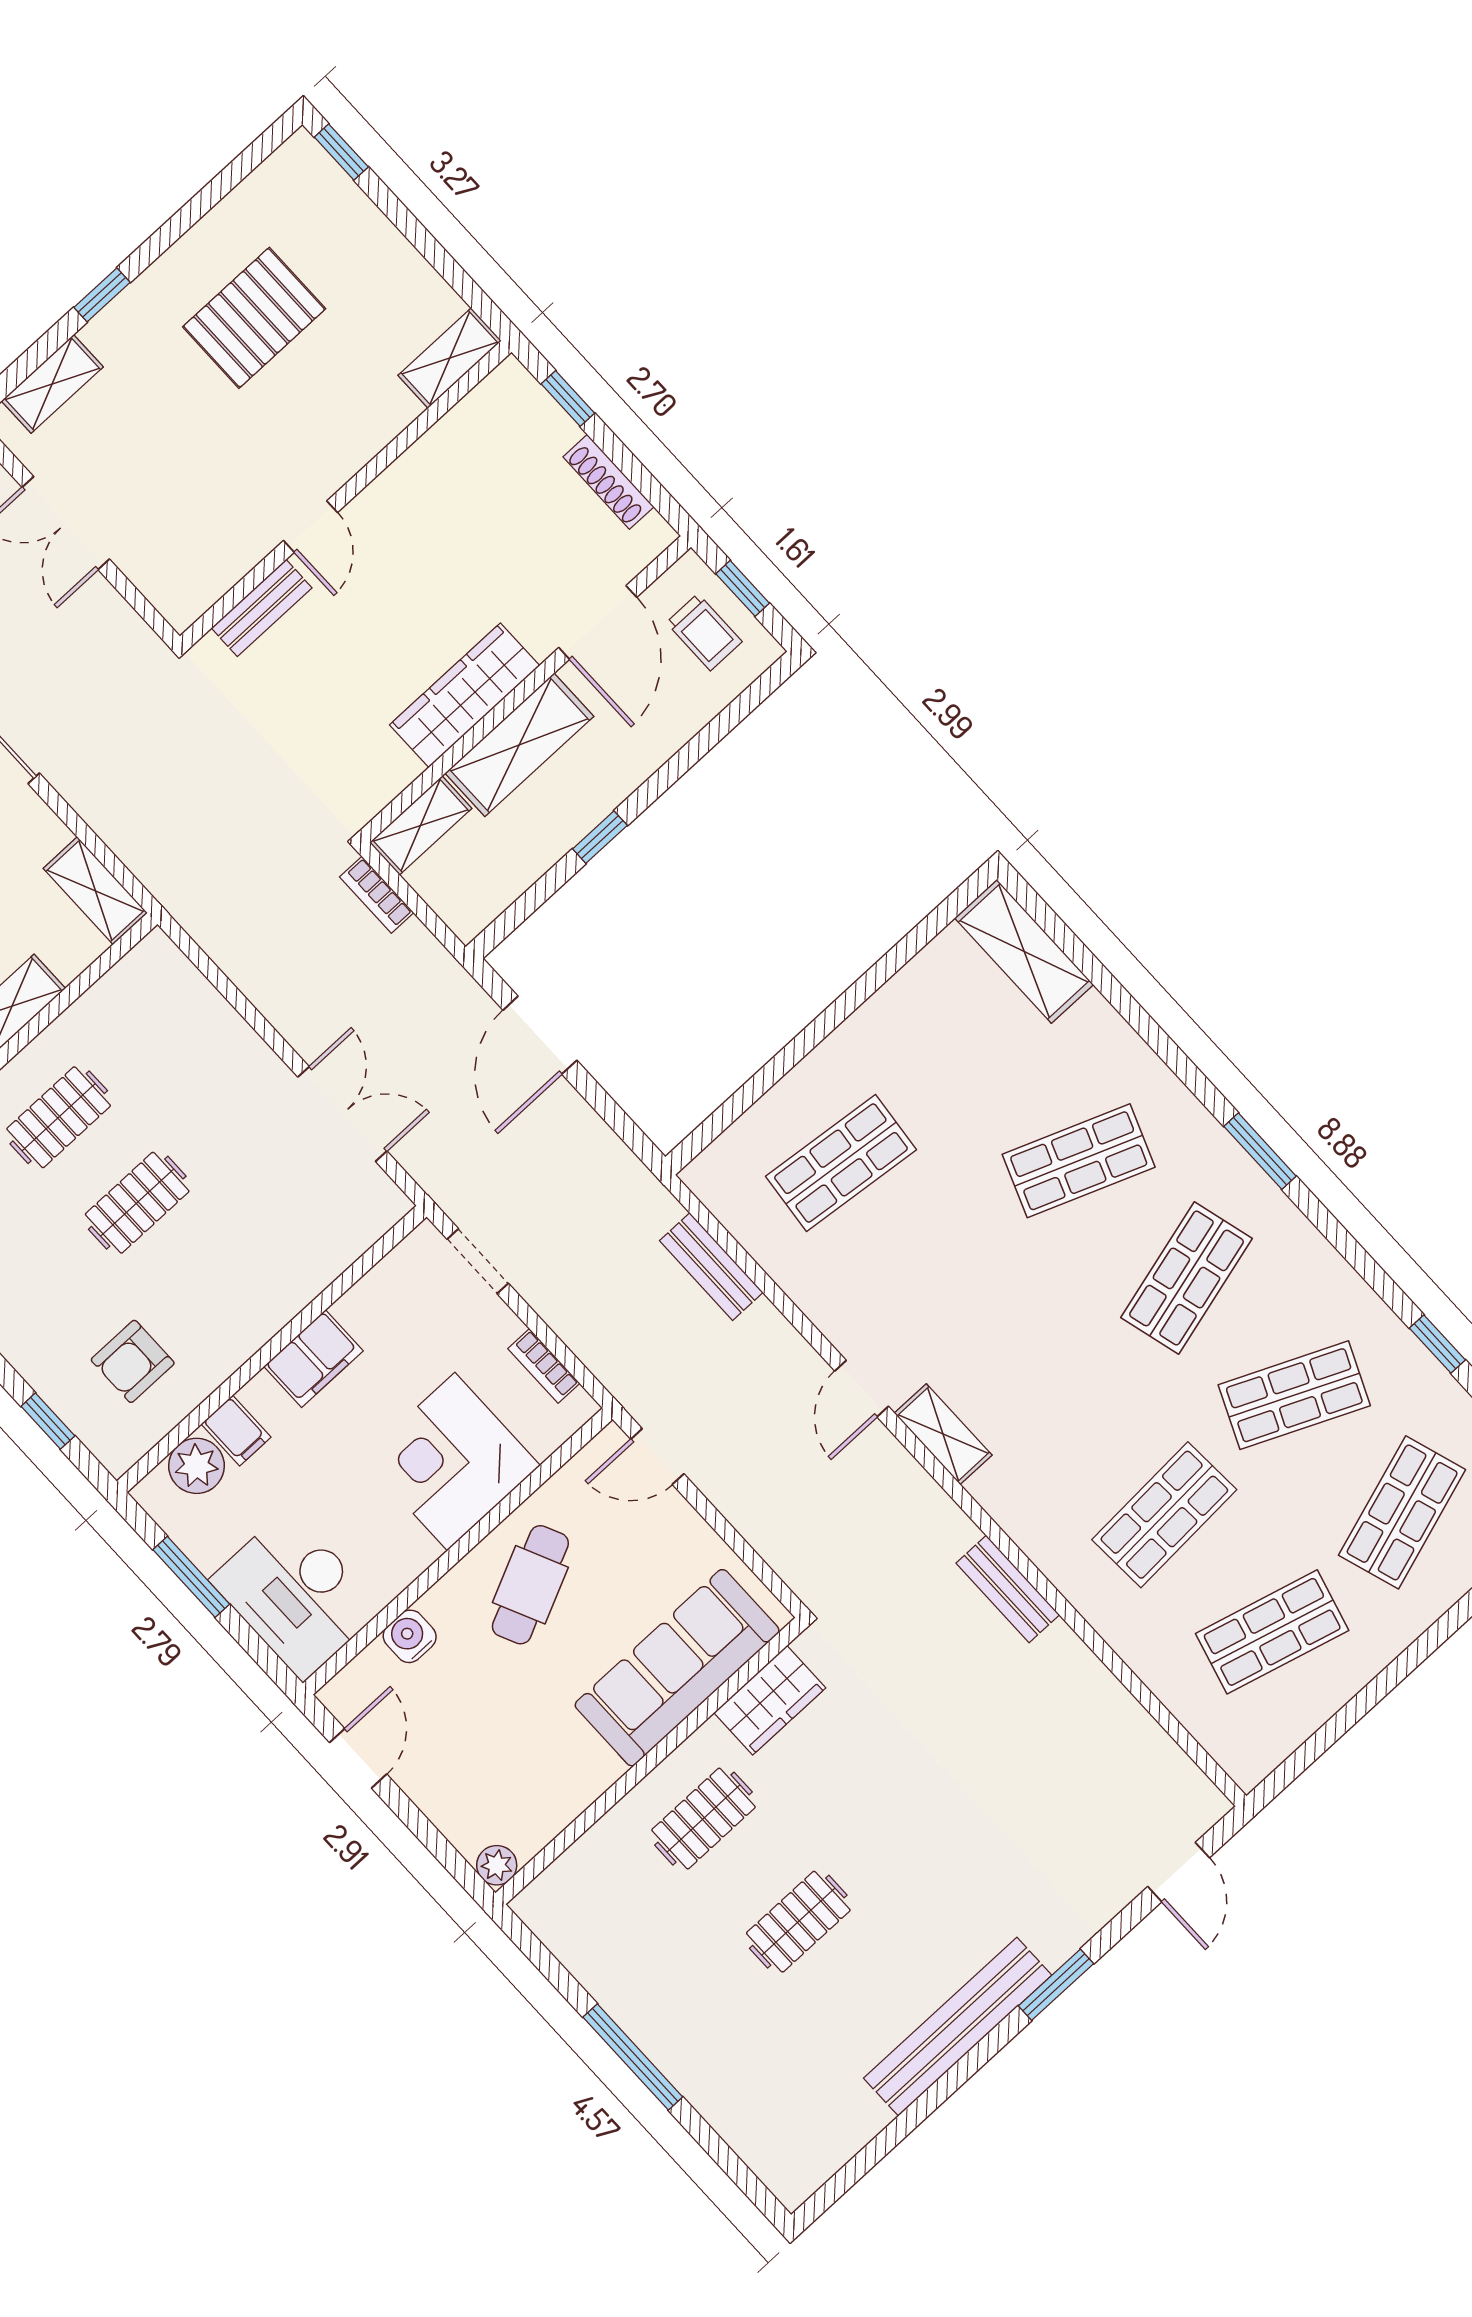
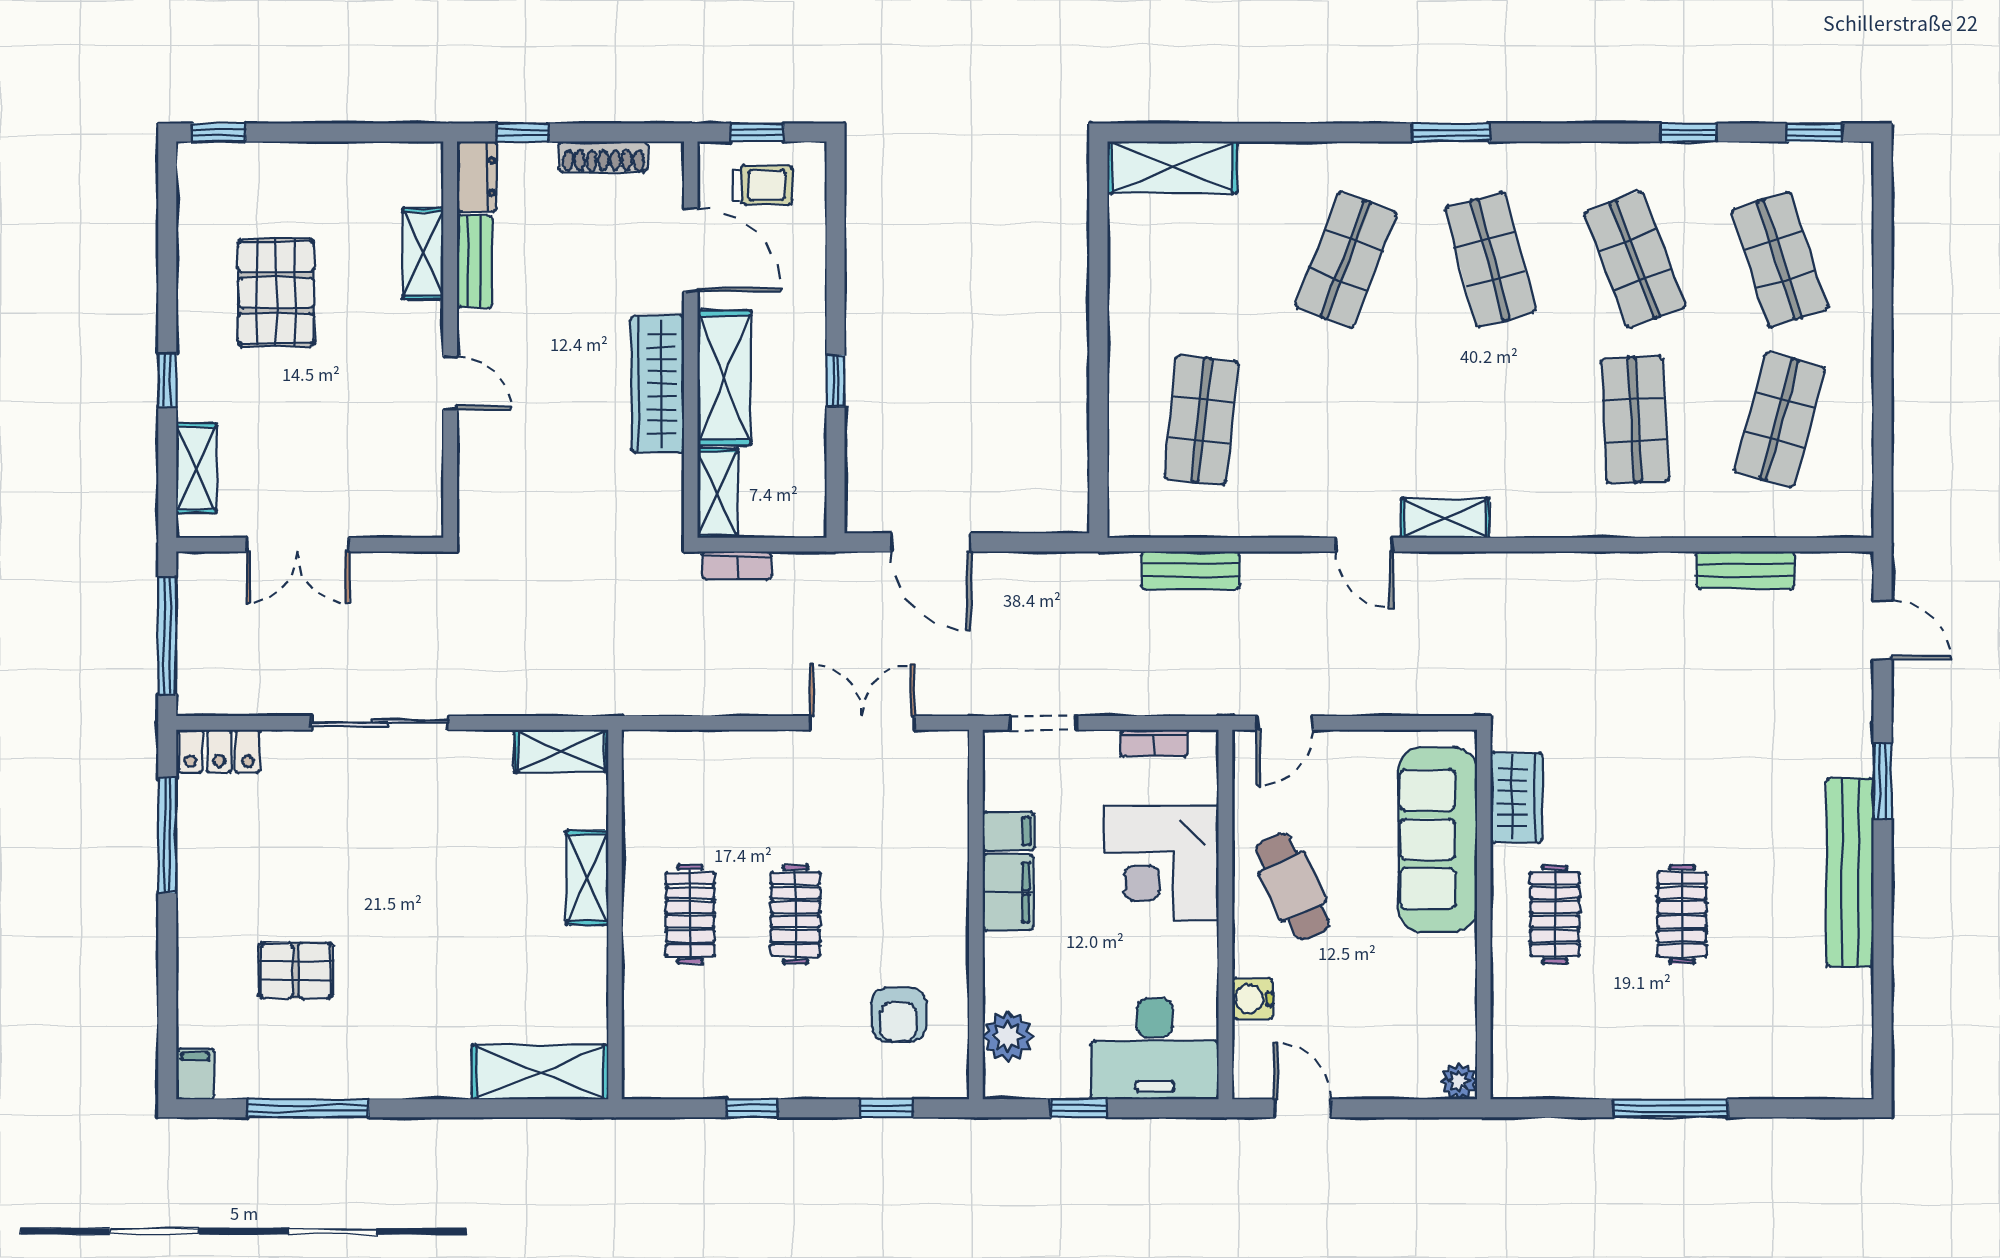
shelving: (450, 358) -> (423, 254), moved
dresser: (498, 394) -> (477, 177), added
bench: (262, 608) -> (474, 262), moved
shop shelf: (1294, 1395) -> (1635, 260), turned -45
filing cabinet: (236, 1431) -> (1008, 831), moved
window: (191, 1577) -> (1079, 1108), width x0.67
bench: (1008, 1589) -> (1745, 570), moved

